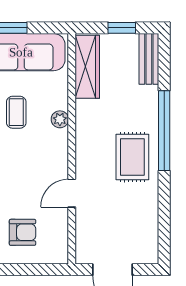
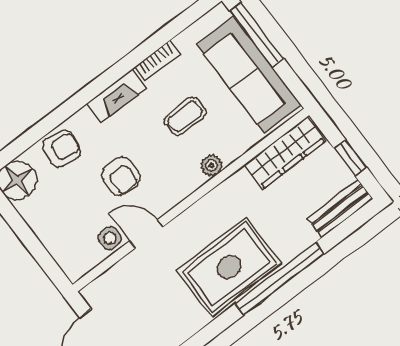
rug: (132, 157) -> (229, 267), width x1.36, depth x1.43
side table: (57, 218) -> (110, 238), added
armchair: (22, 232) -> (121, 176), moved

